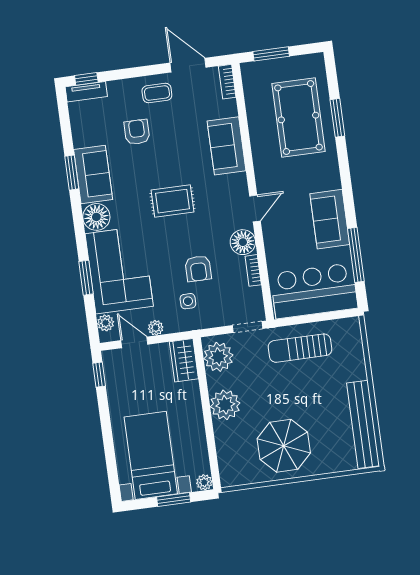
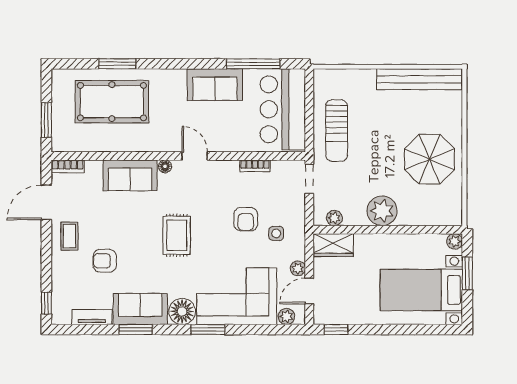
tv unit: (86, 92) -> (92, 317), moved, turned -90
floor lamp: (243, 242) -> (165, 166), moved, width x0.53, depth x0.53
armchair: (198, 269) -> (246, 219), turned 90
window: (86, 278) -> (208, 330), moved
plant: (218, 357) -> (334, 218), width x0.53, depth x0.53

